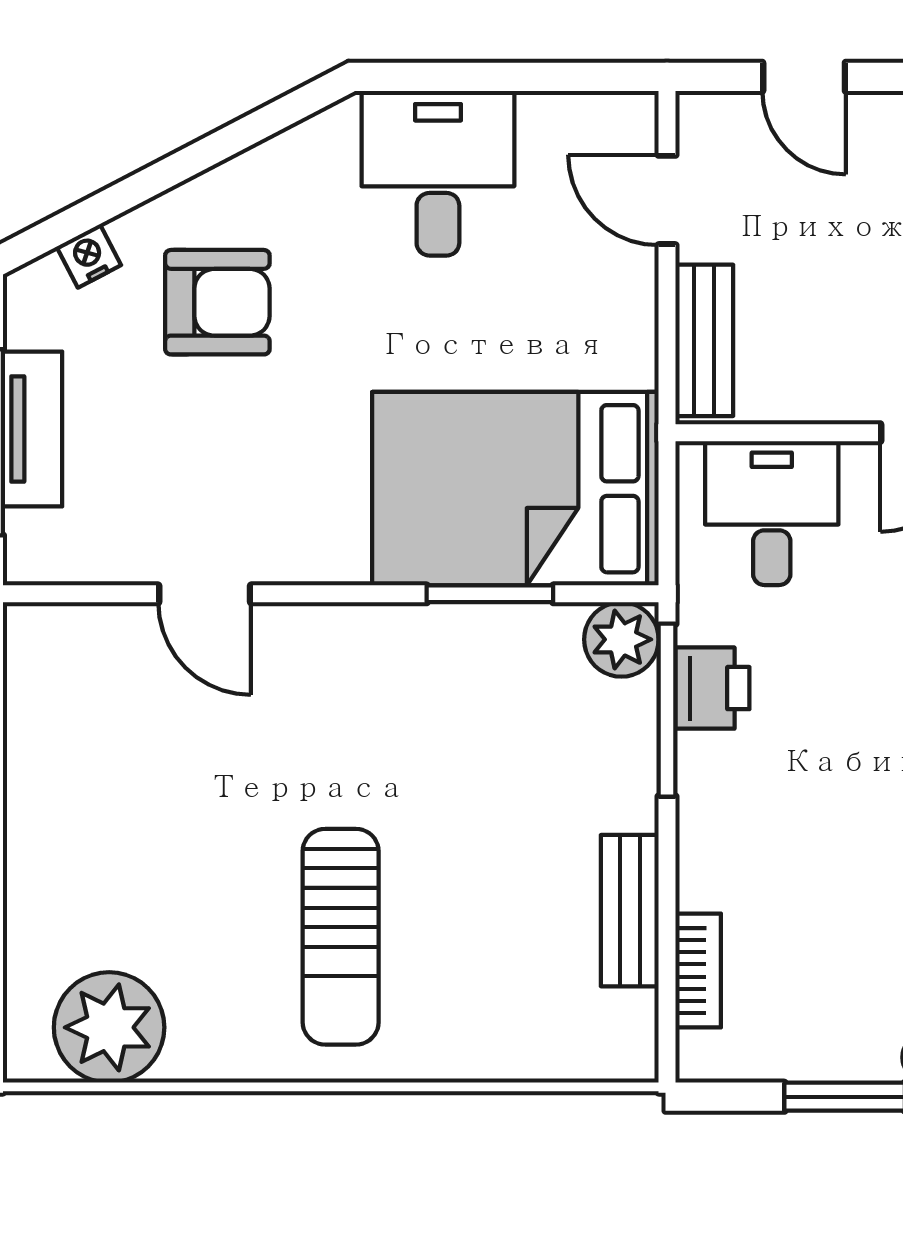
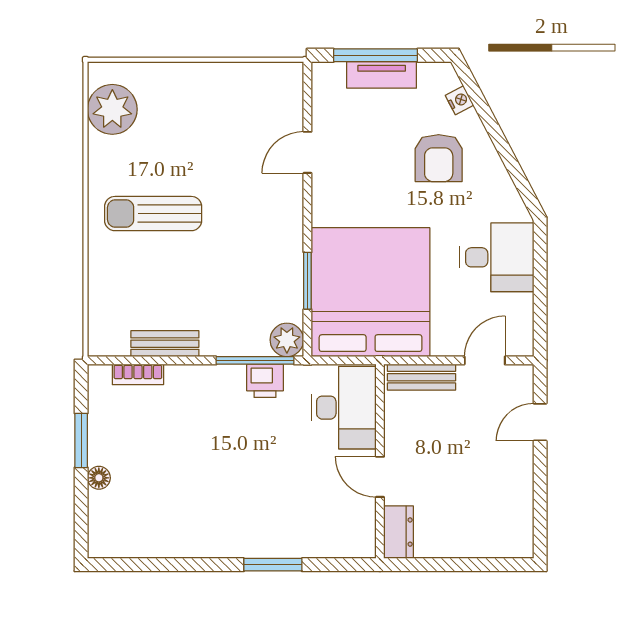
bed: (515, 489) -> (371, 292), width x1.36
desk: (772, 513) -> (344, 408), width x1.37

